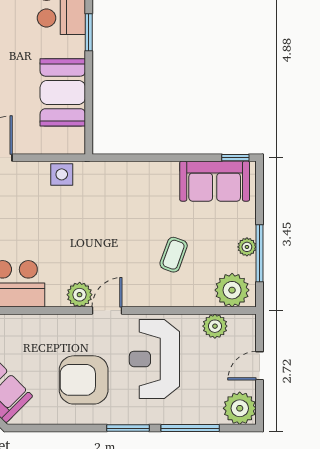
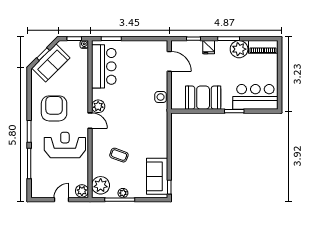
plant: (215, 326) -> (82, 191), moved
door: (259, 366) -> (61, 200), hinge flipped
plant: (240, 408) -> (39, 189), removed

